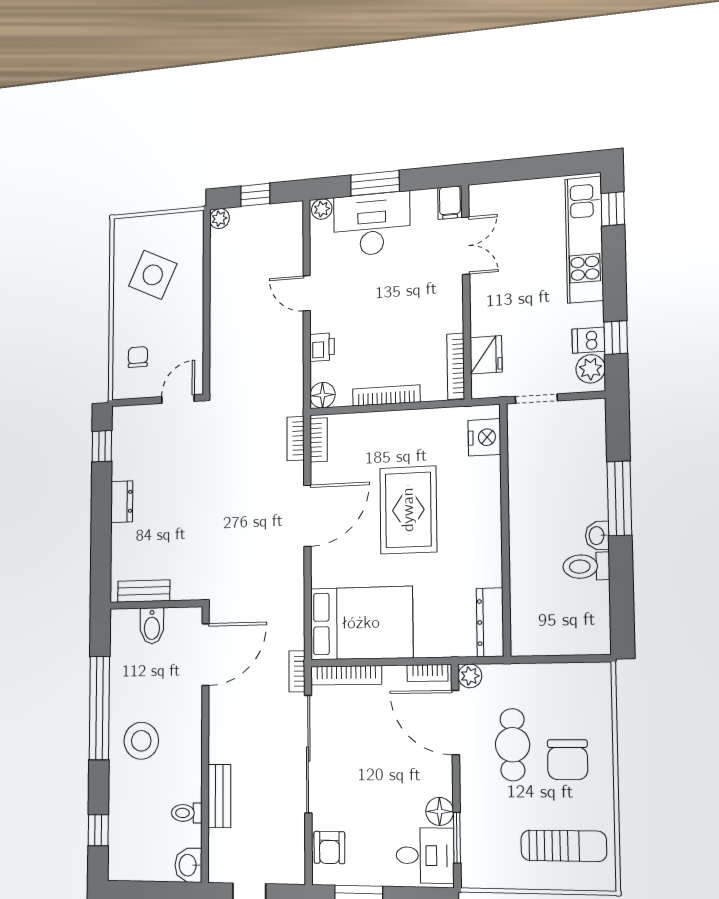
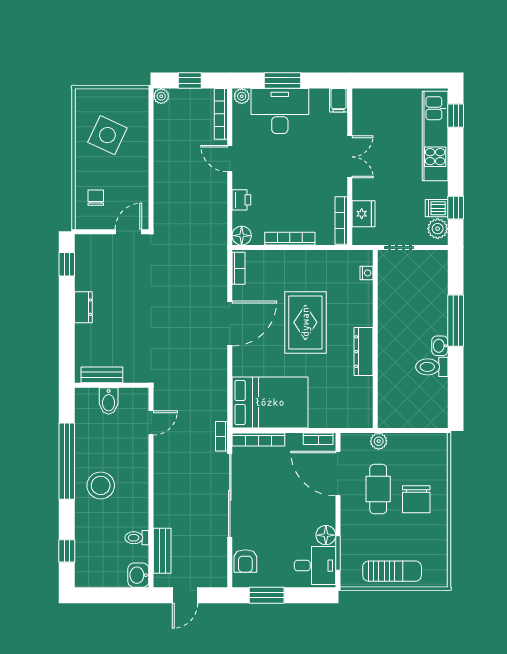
double door: (466, 246) -> (350, 157), moved
nightstand: (484, 437) -> (367, 273), width x0.53, depth x0.56
bookcase: (296, 439) -> (221, 114), moved, width x1.56
dresser: (490, 622) -> (364, 352), moved
door: (206, 655) -> (151, 423), width x0.53
plant: (470, 676) -> (379, 441), moved
bench: (219, 796) -> (162, 551), moved
sun lounger: (564, 846) -> (392, 571), moved

